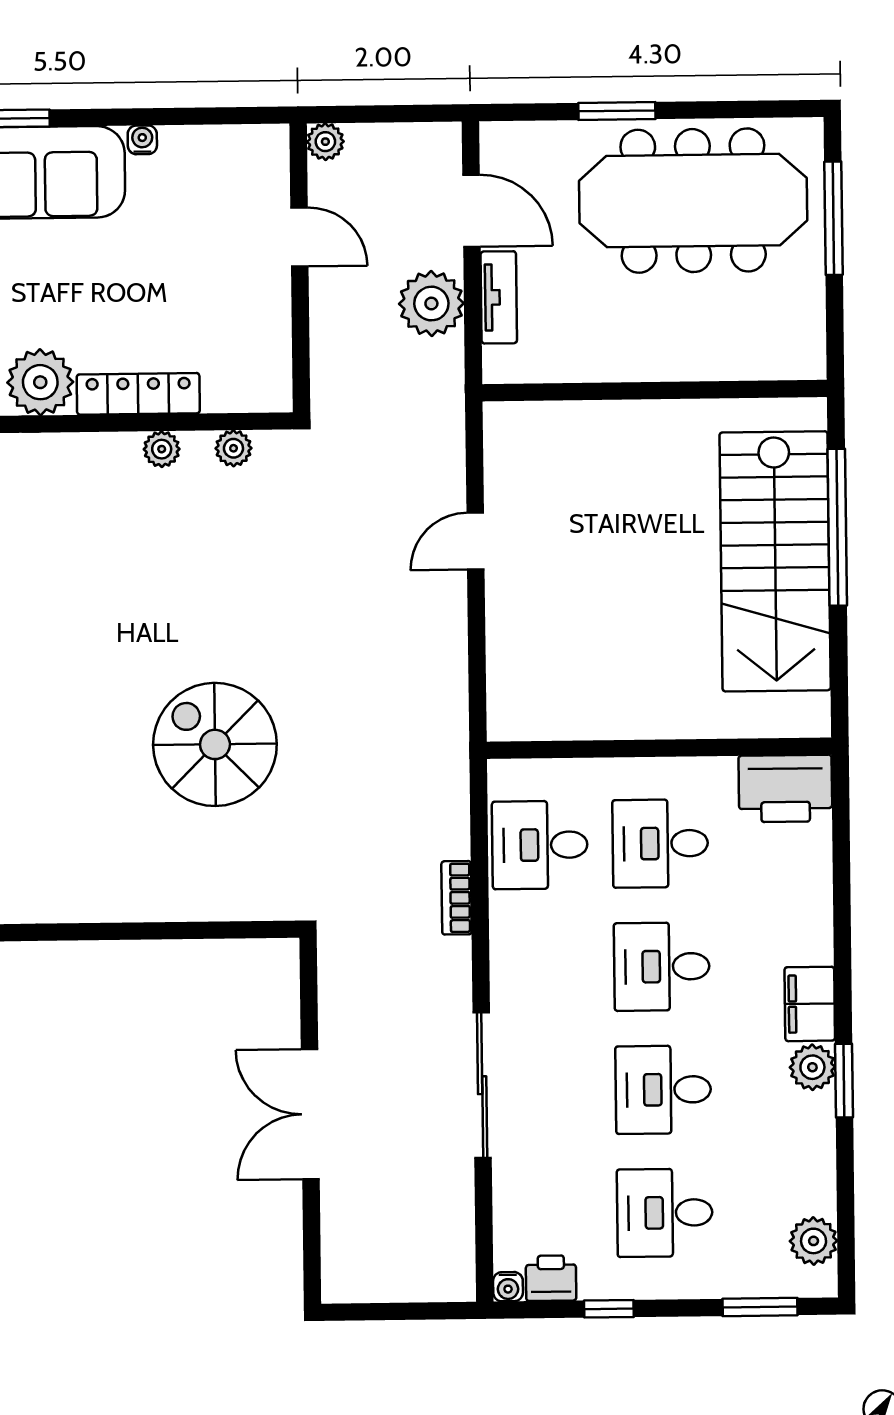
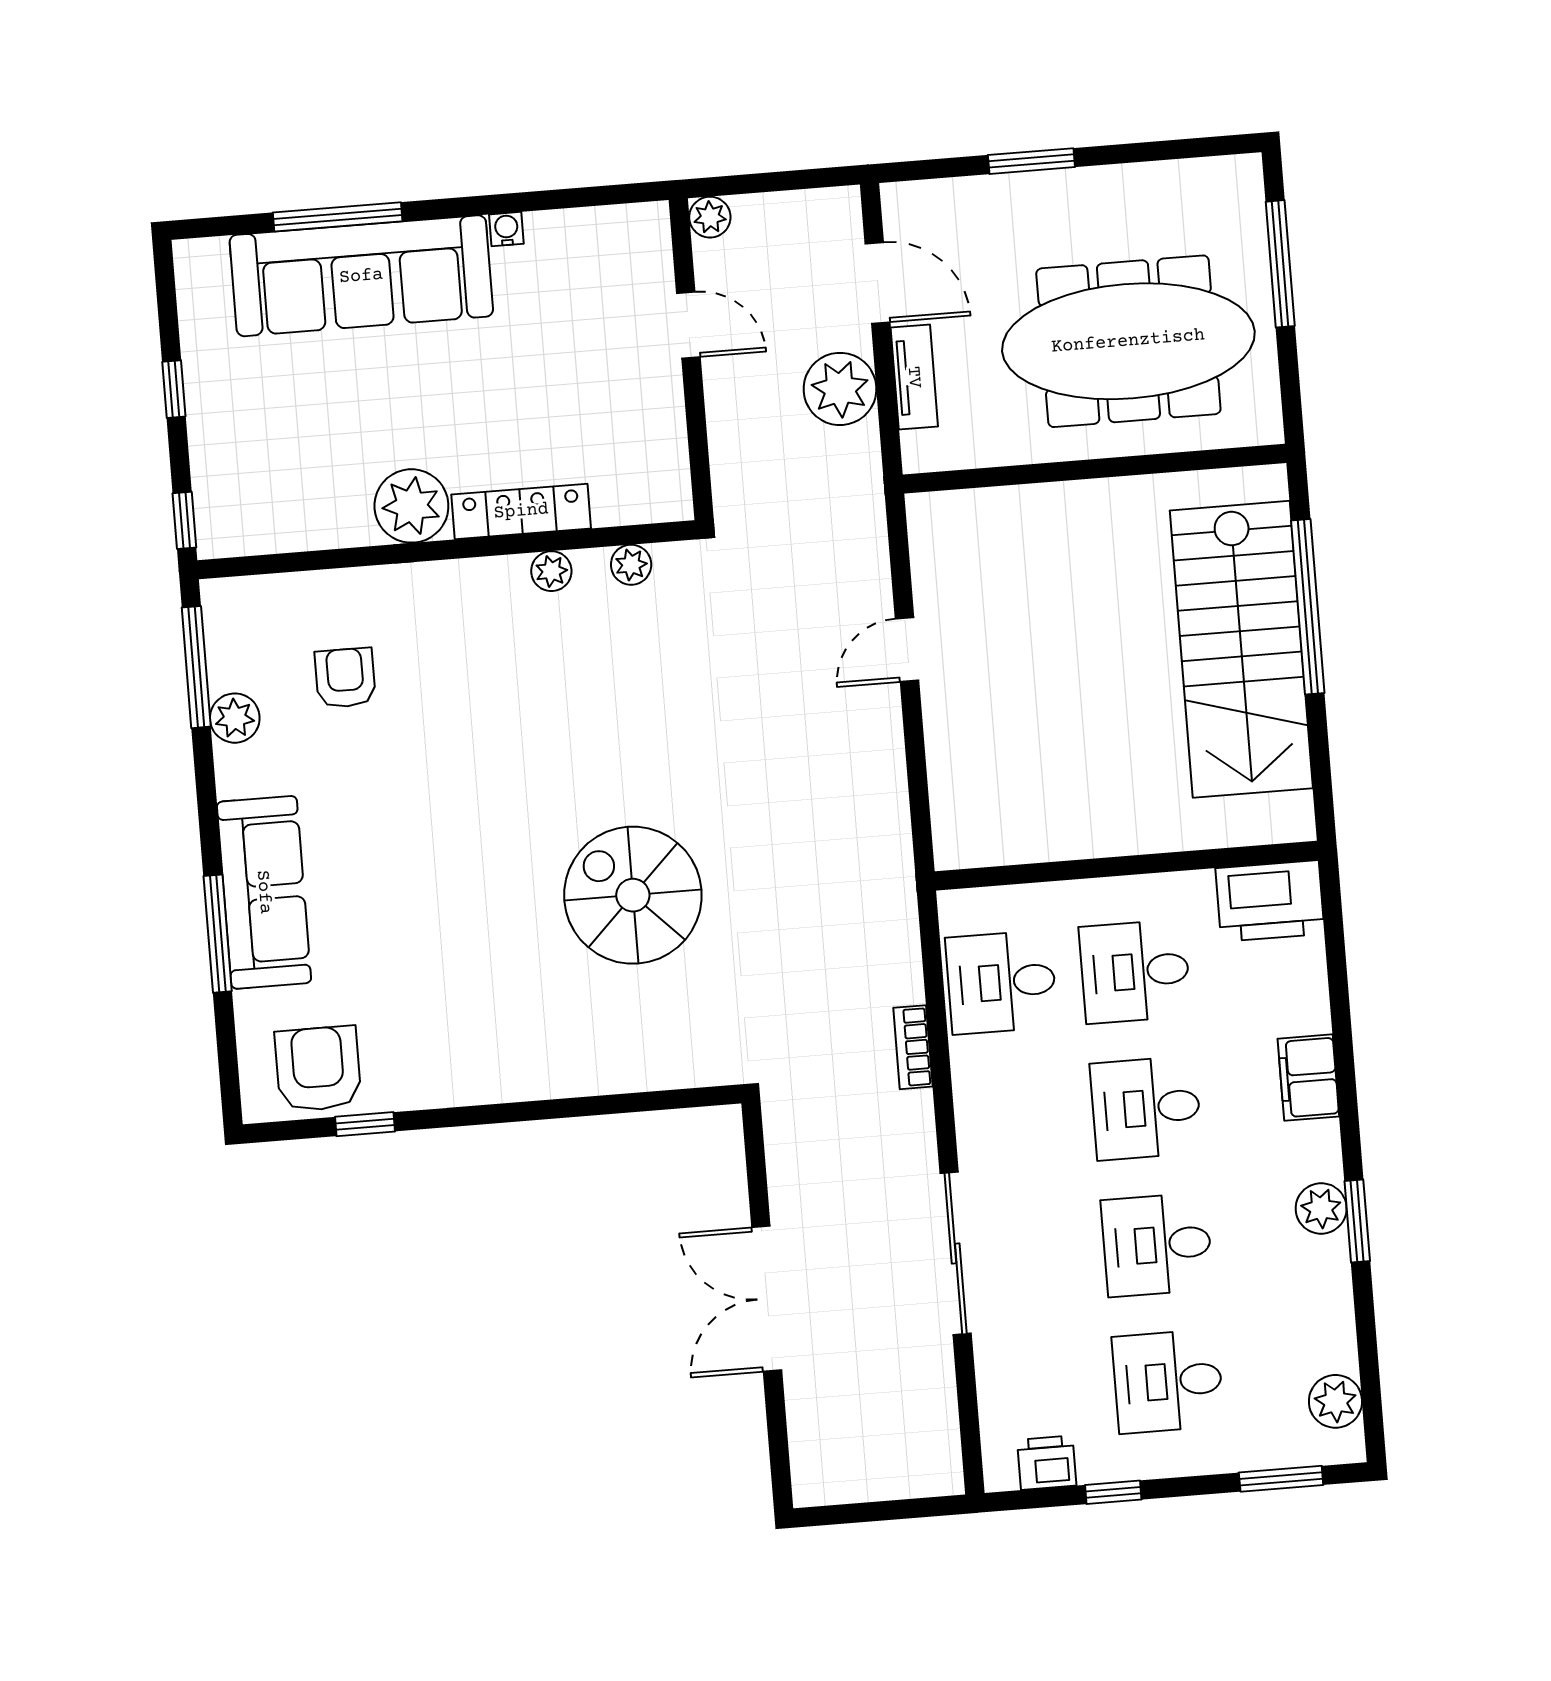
meeting table: (693, 201) -> (1128, 341), moved
filing cabinet: (810, 1004) -> (1308, 1078), moved
water cooler: (508, 1287) -> (1000, 1475), removed

